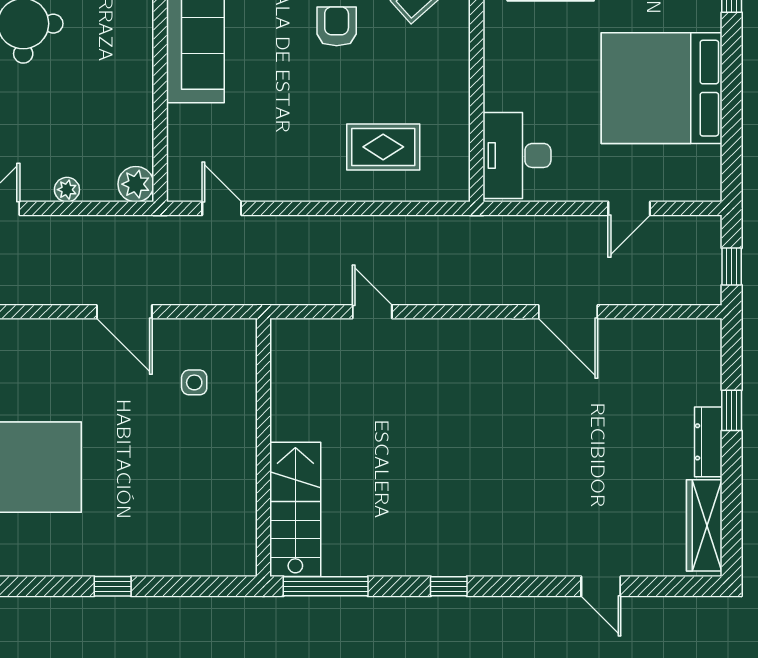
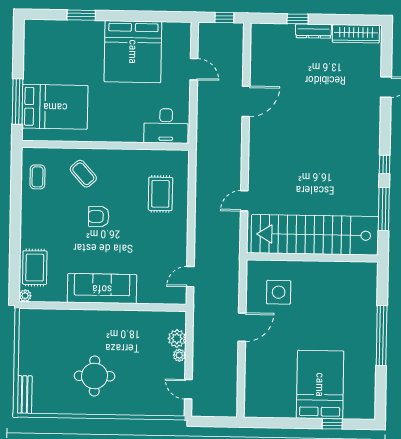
plant: (136, 184) -> (177, 338), moved
side table: (194, 382) -> (279, 292), width x1.87, depth x1.87
stairs: (295, 509) -> (315, 235), width x1.86, depth x1.51
window: (113, 586) -> (382, 336), width x3.17
window: (326, 586) -> (384, 209), moved

